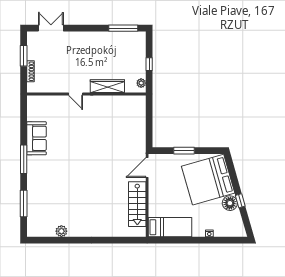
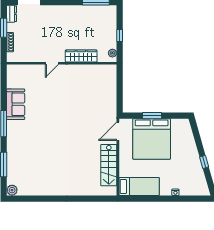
dresser: (32, 41) -> (12, 14), added
door: (76, 94) -> (52, 63), hinge flipped
bed: (208, 180) -> (152, 139), moved, turned -74
floor lamp: (230, 203) -> (195, 164), removed
plant: (61, 231) -> (12, 190), moved

